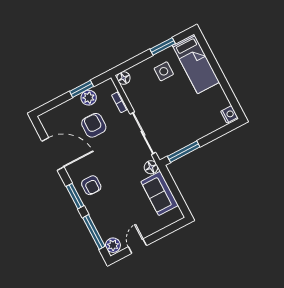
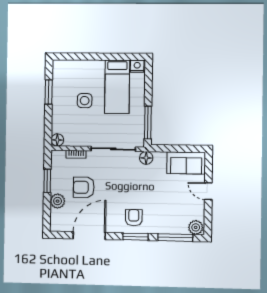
bed: (196, 64) -> (117, 87), moved, turned 90
side table: (164, 71) -> (85, 101), moved
plant: (89, 98) -> (58, 201), moved
armchair: (91, 185) -> (134, 218), turned -90
sofa: (160, 193) -> (186, 163), moved
door: (137, 246) -> (208, 191), moved

